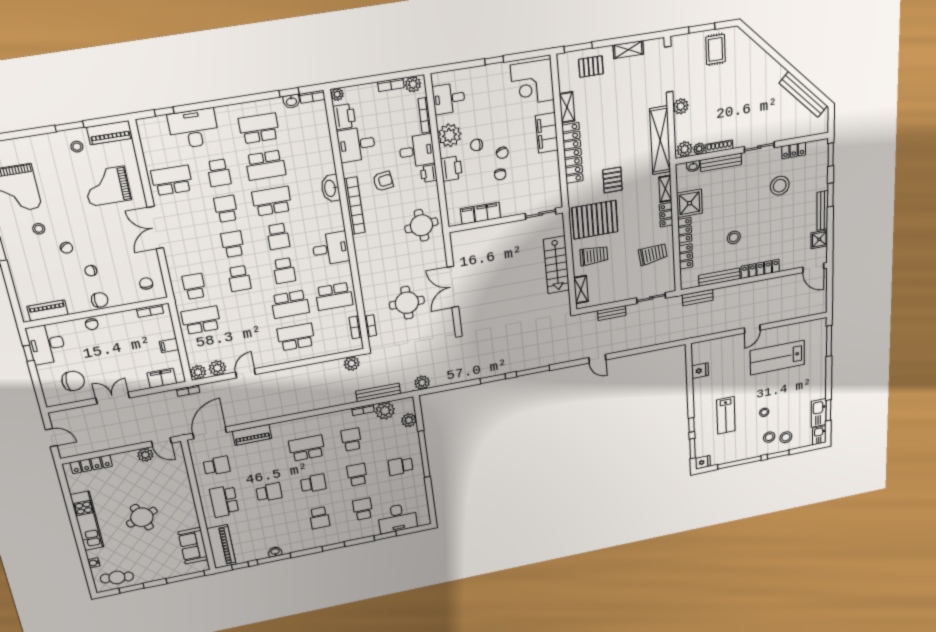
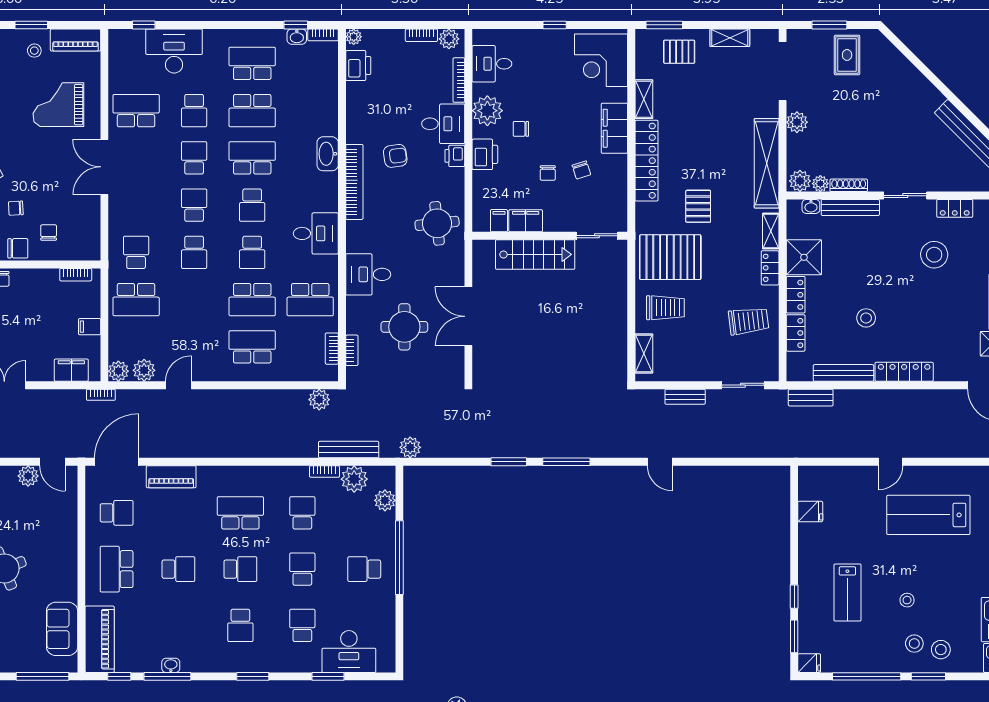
desk: (356, 144) -> (368, 274), moved
chair: (502, 153) -> (581, 170), moved
stairs: (556, 265) -> (535, 254), moved, turned -90
chair: (146, 283) -> (49, 233), moved
school desk: (201, 320) -> (136, 300), turned 180

